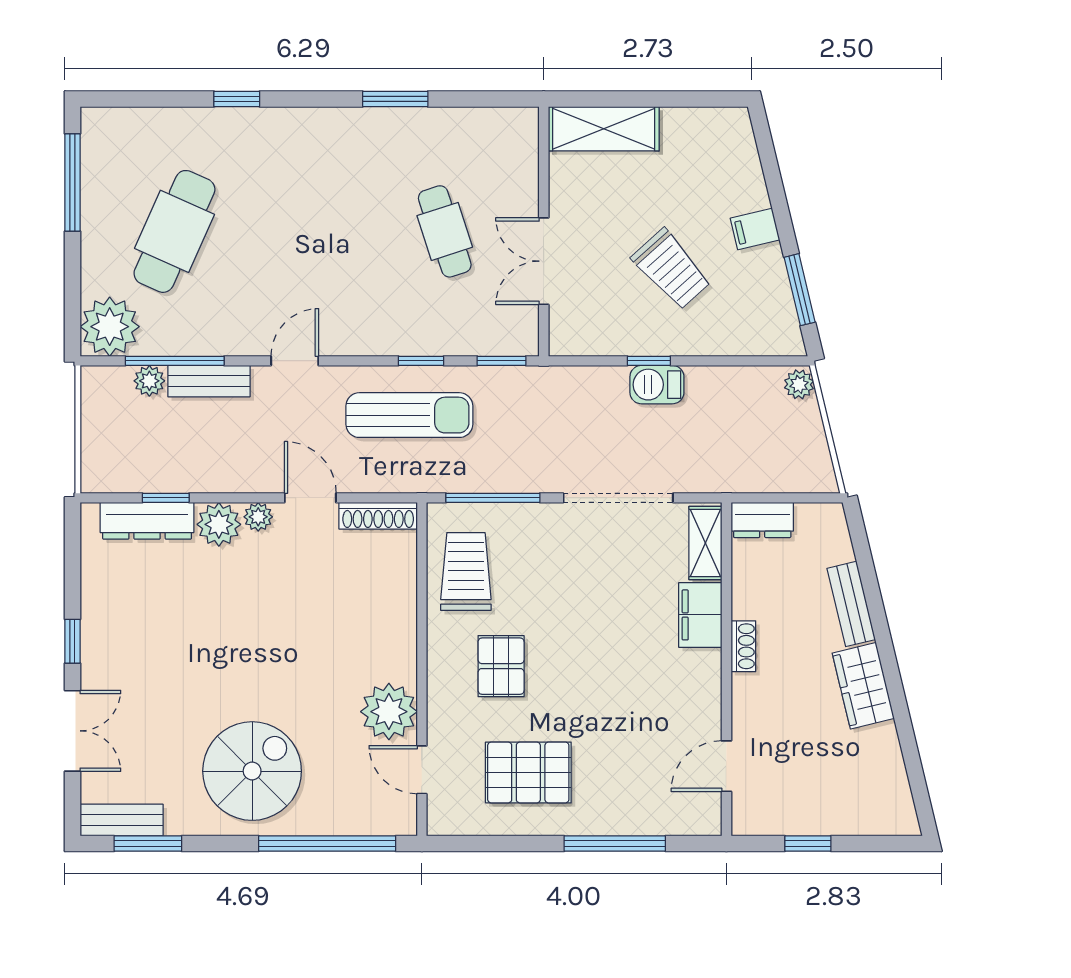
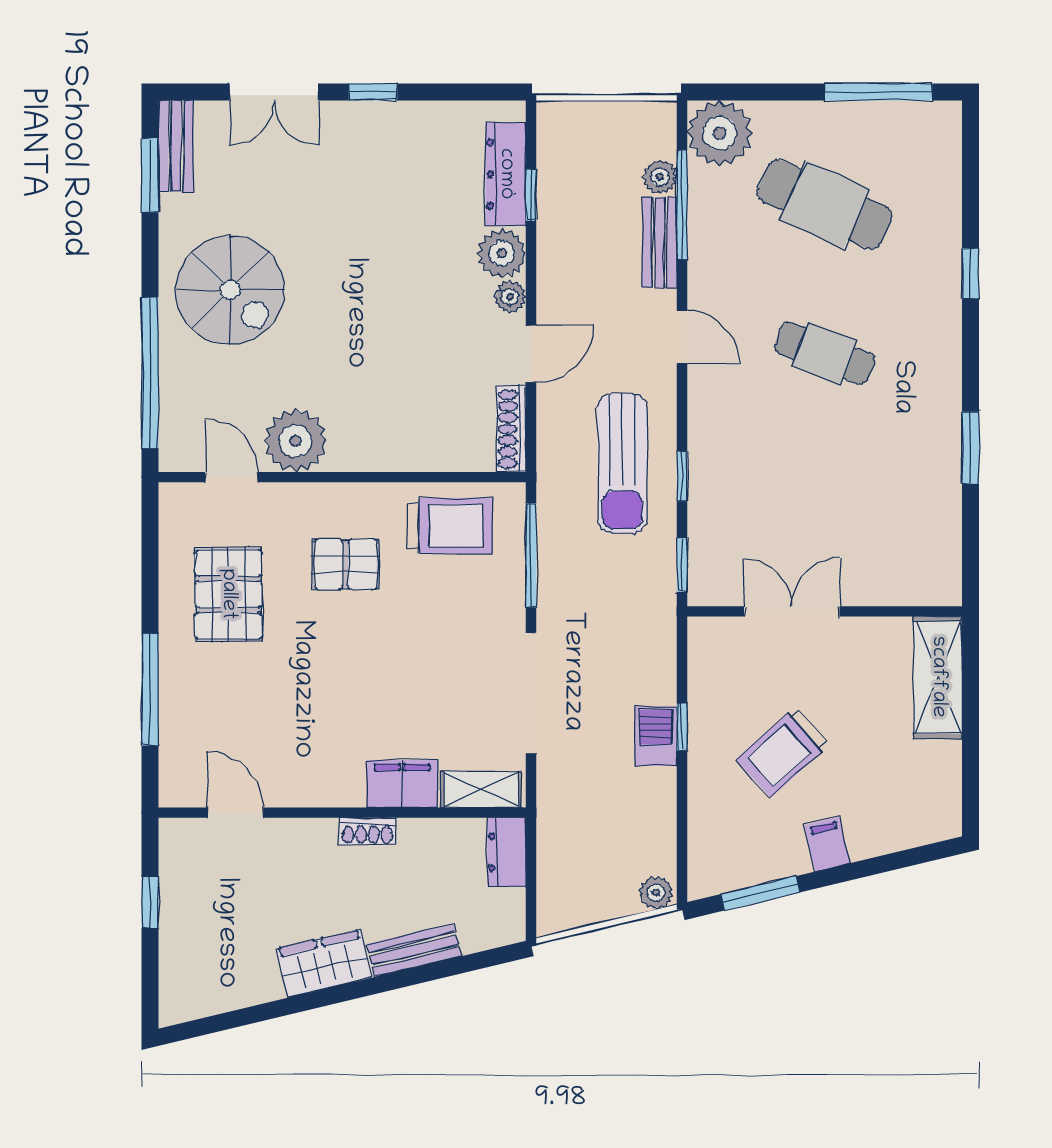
cafe table: (445, 231) -> (825, 353), moved, turned 39
door: (422, 770) -> (231, 477), hinge flipped

